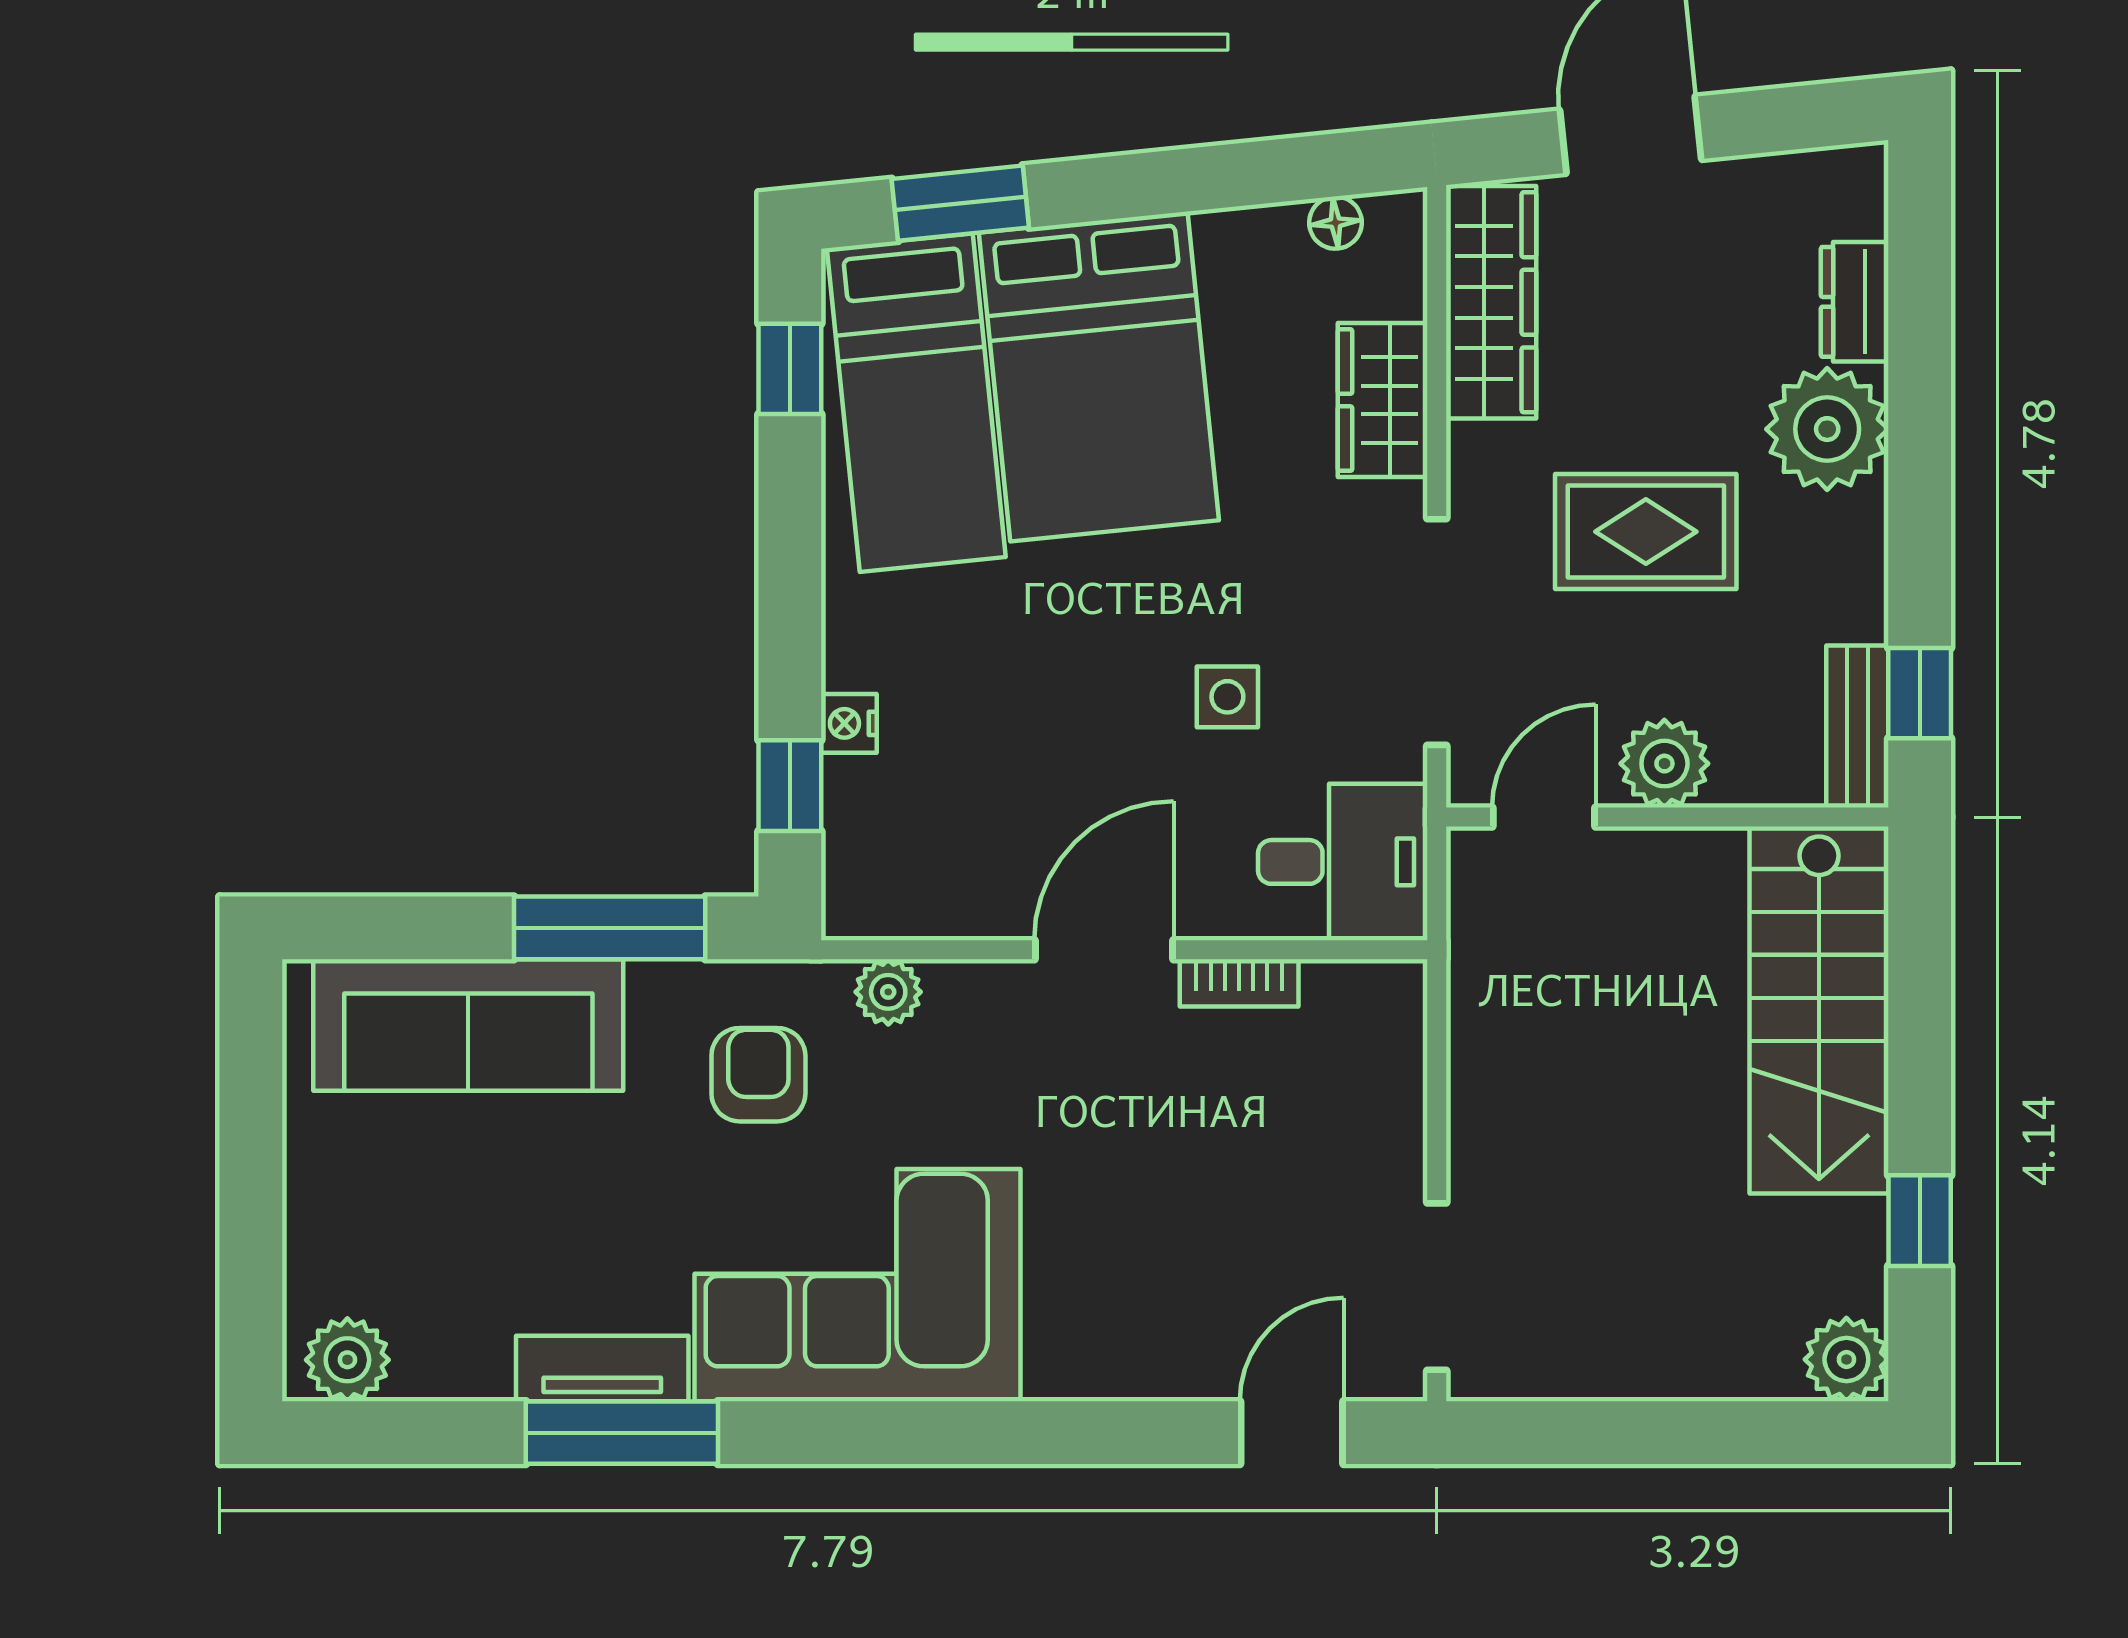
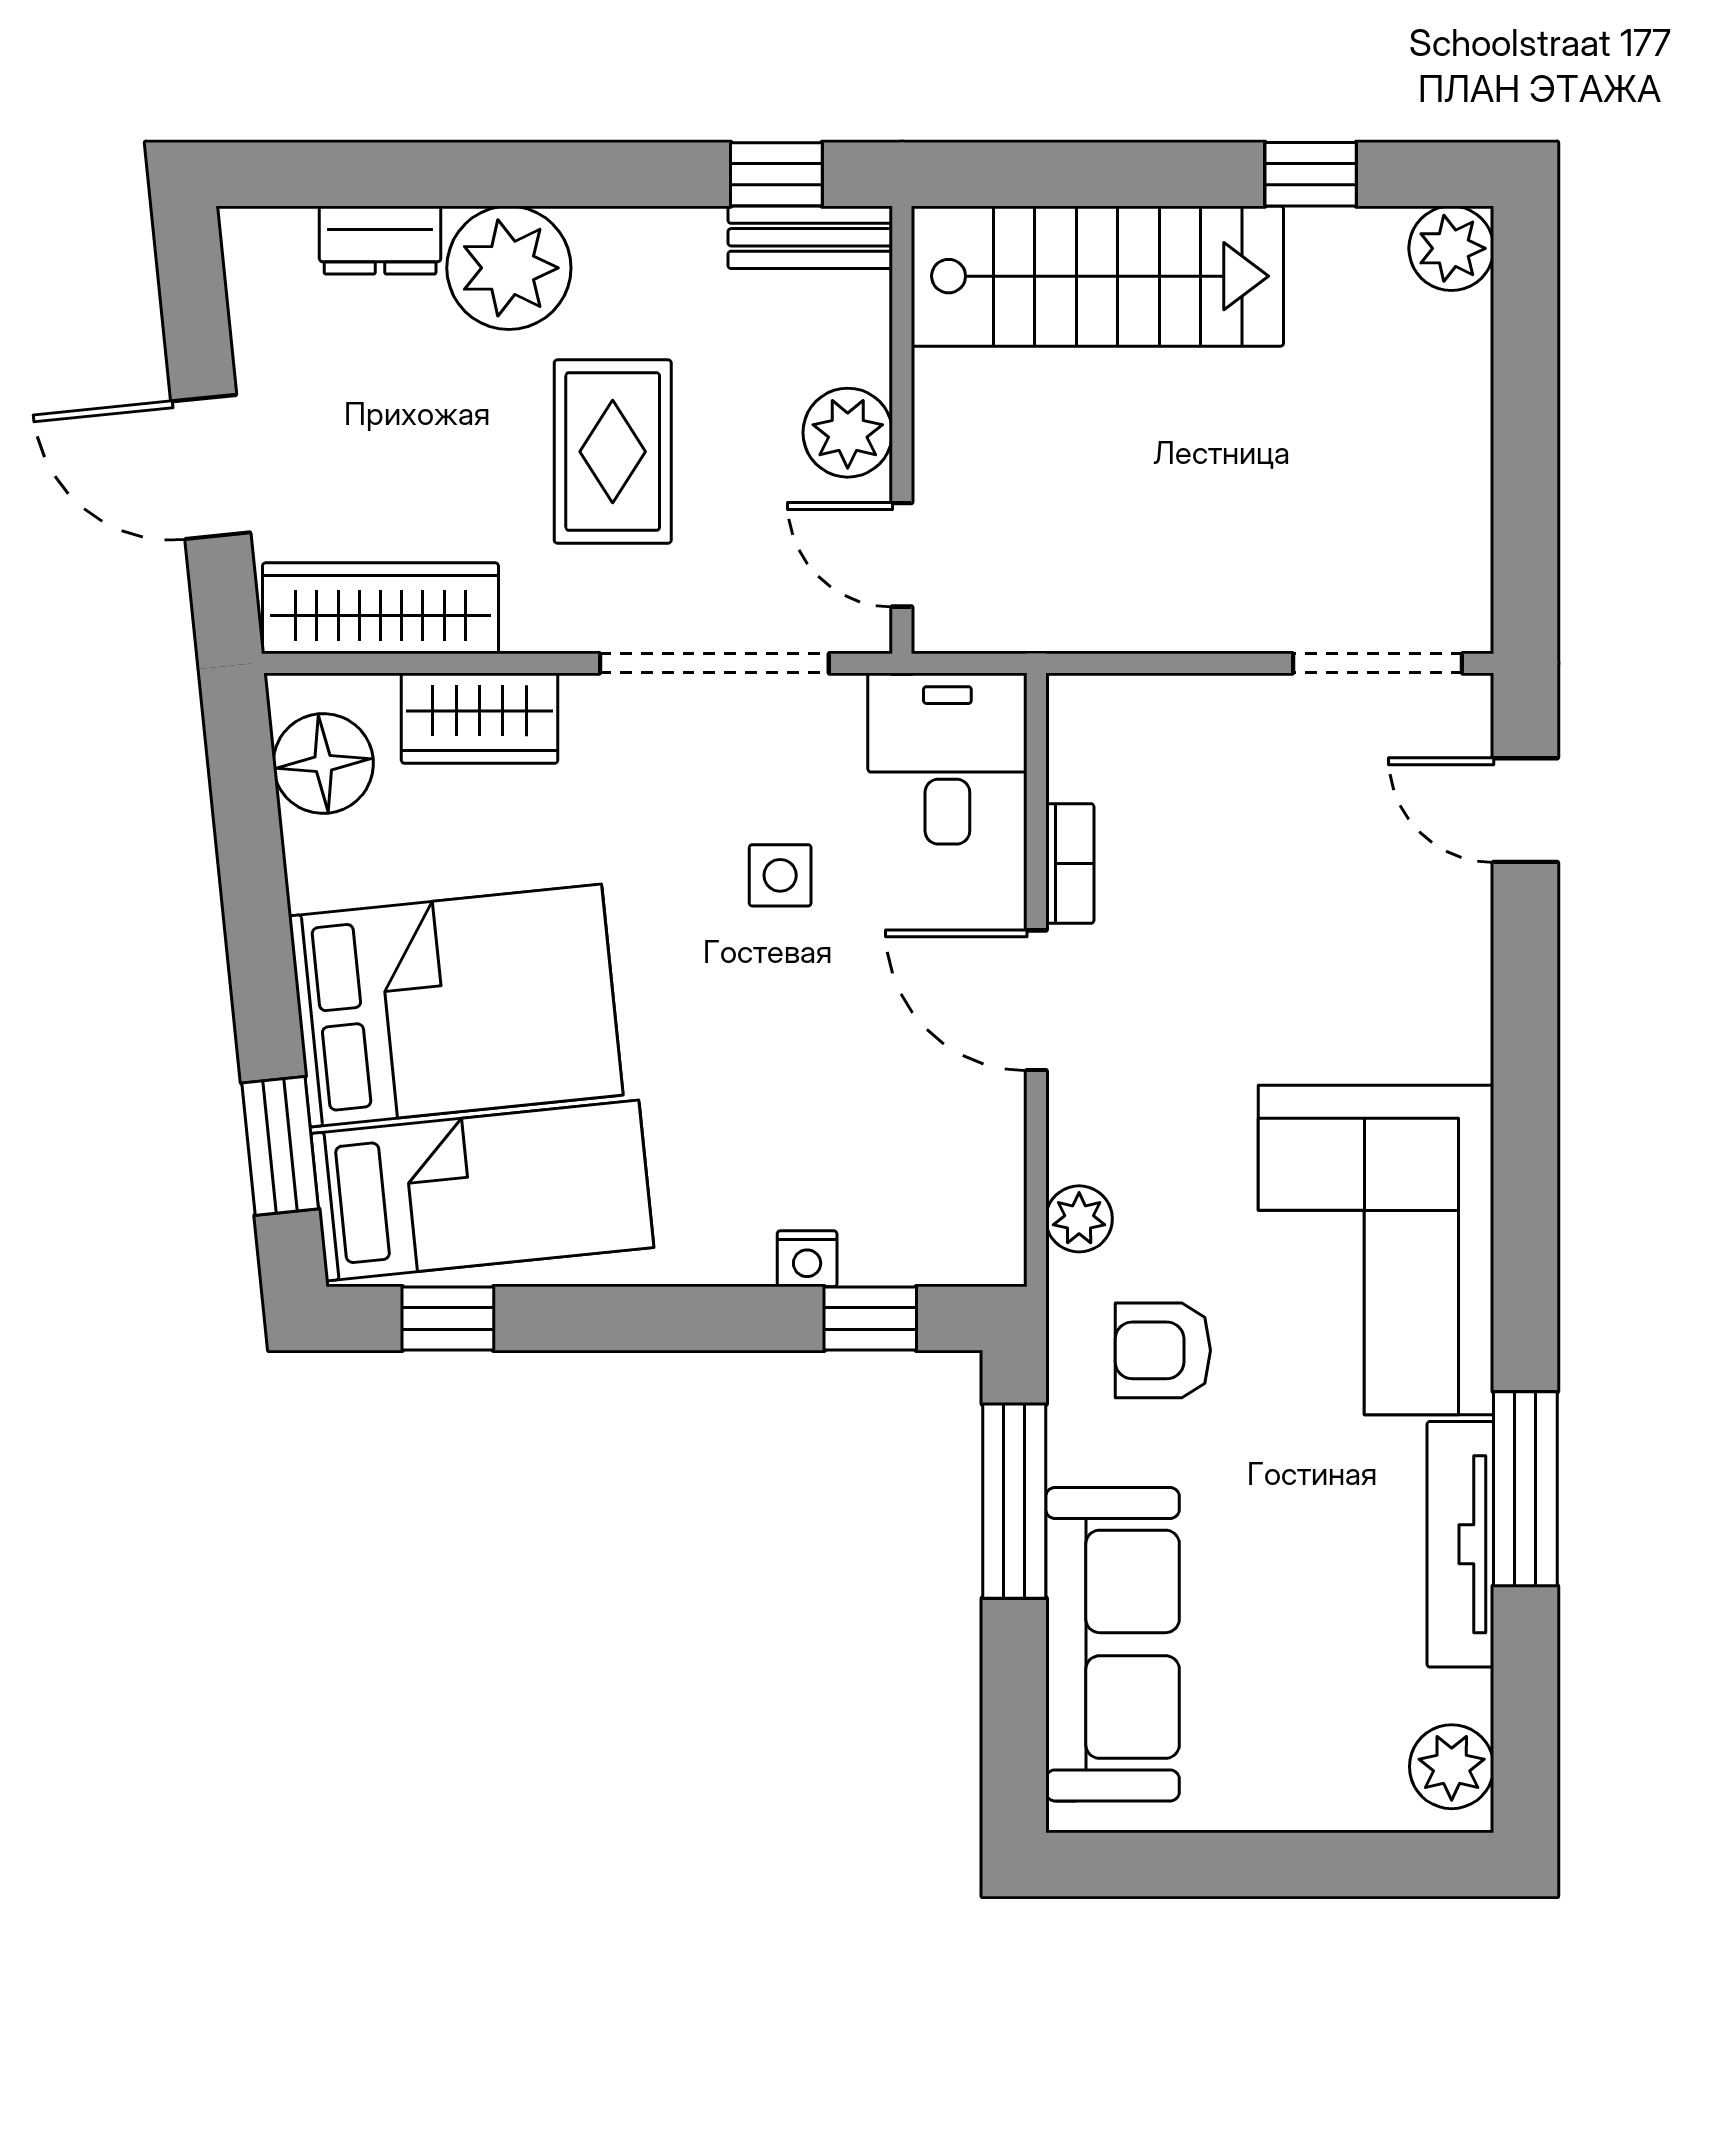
floor lamp: (1335, 223) -> (323, 763), width x1.89, depth x1.89
tv unit: (602, 1368) -> (1460, 1544), width x1.41

